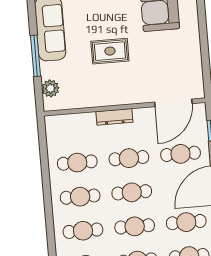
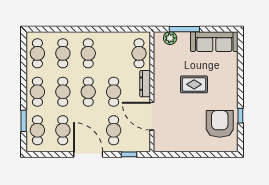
rug: (110, 51) -> (194, 84), turned 90
window: (35, 56) -> (184, 29), moved
door: (173, 103) -> (152, 116), moved
cafe table: (77, 163) -> (139, 53), moved

